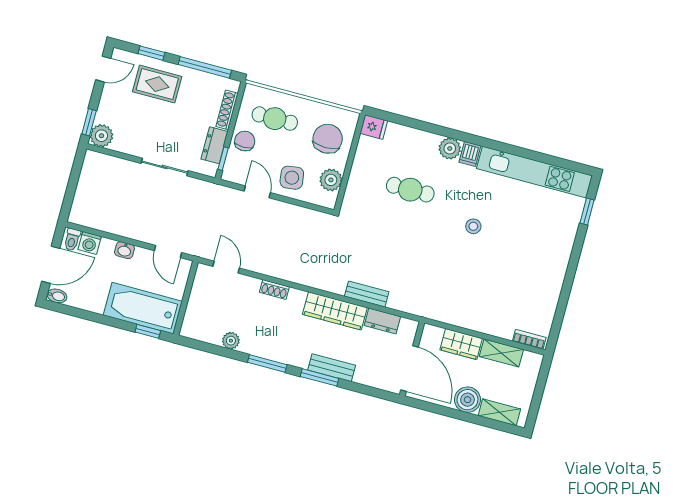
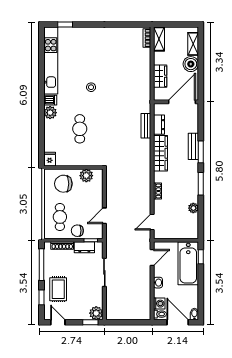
side table: (292, 178) -> (91, 198), removed
bench: (367, 294) -> (146, 126), moved
shelving: (501, 353) -> (159, 39), moved

